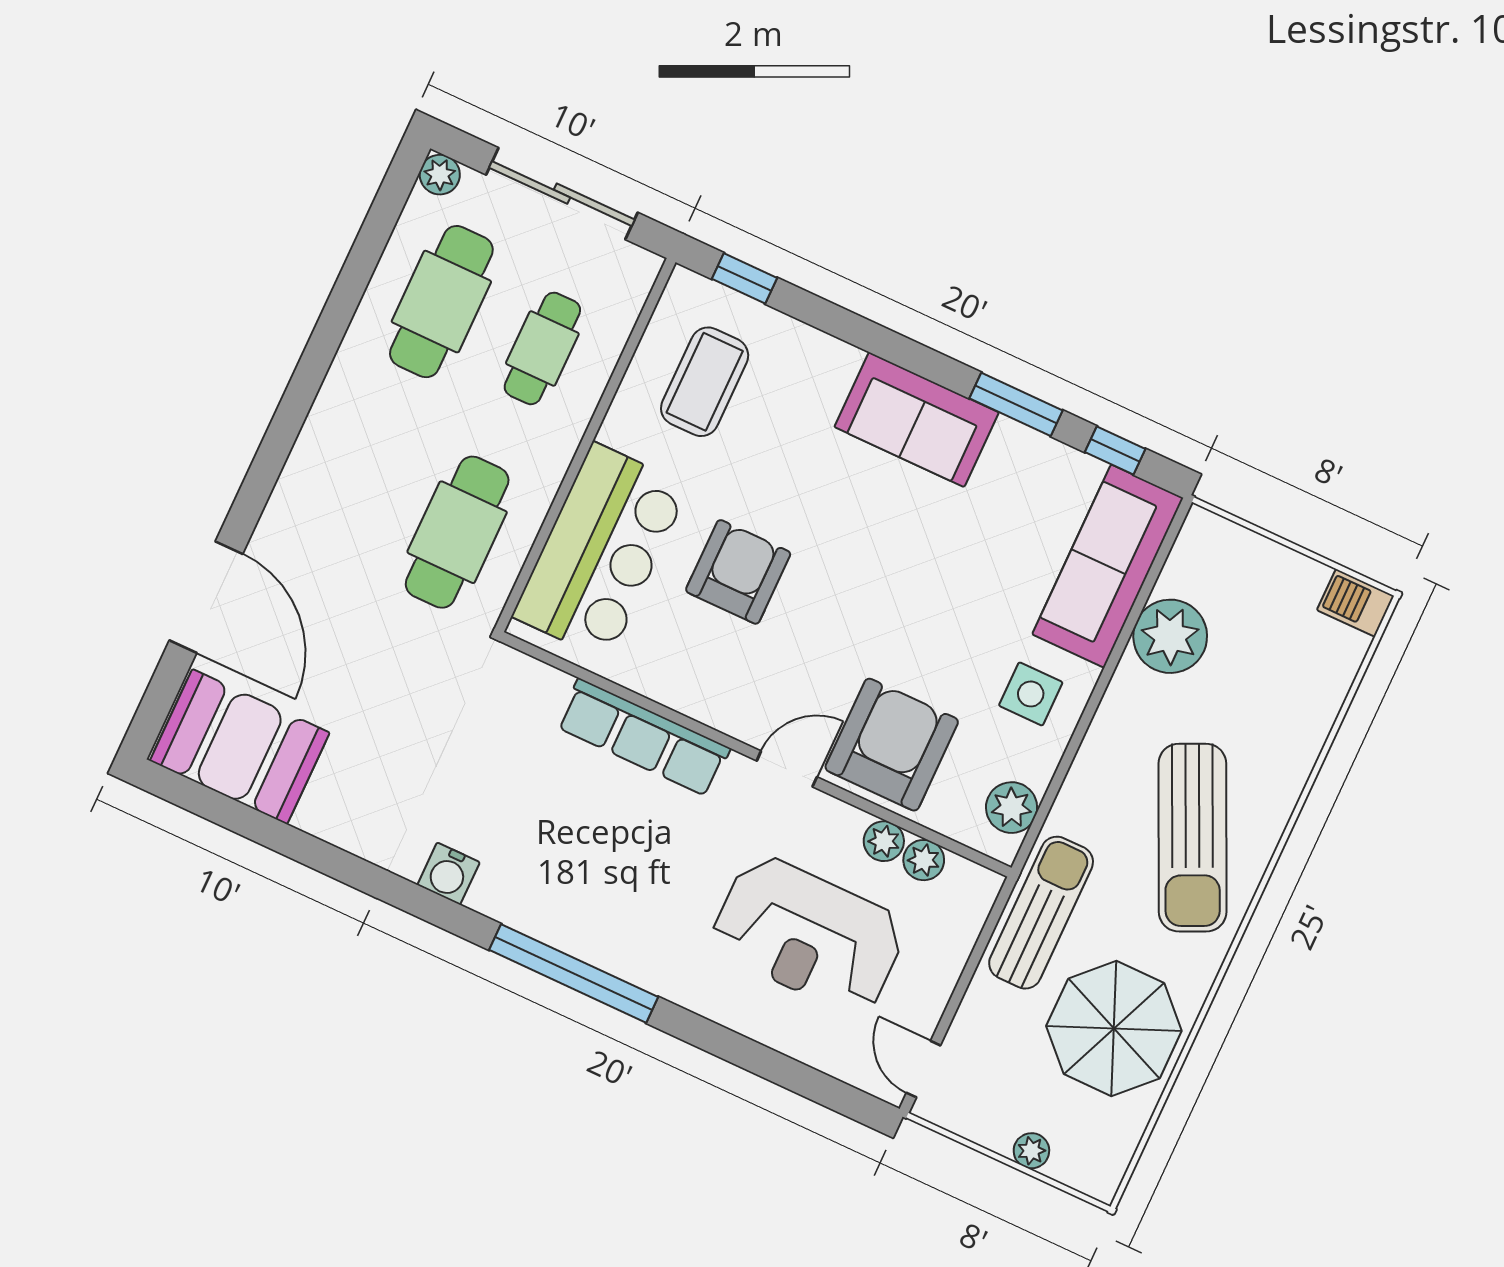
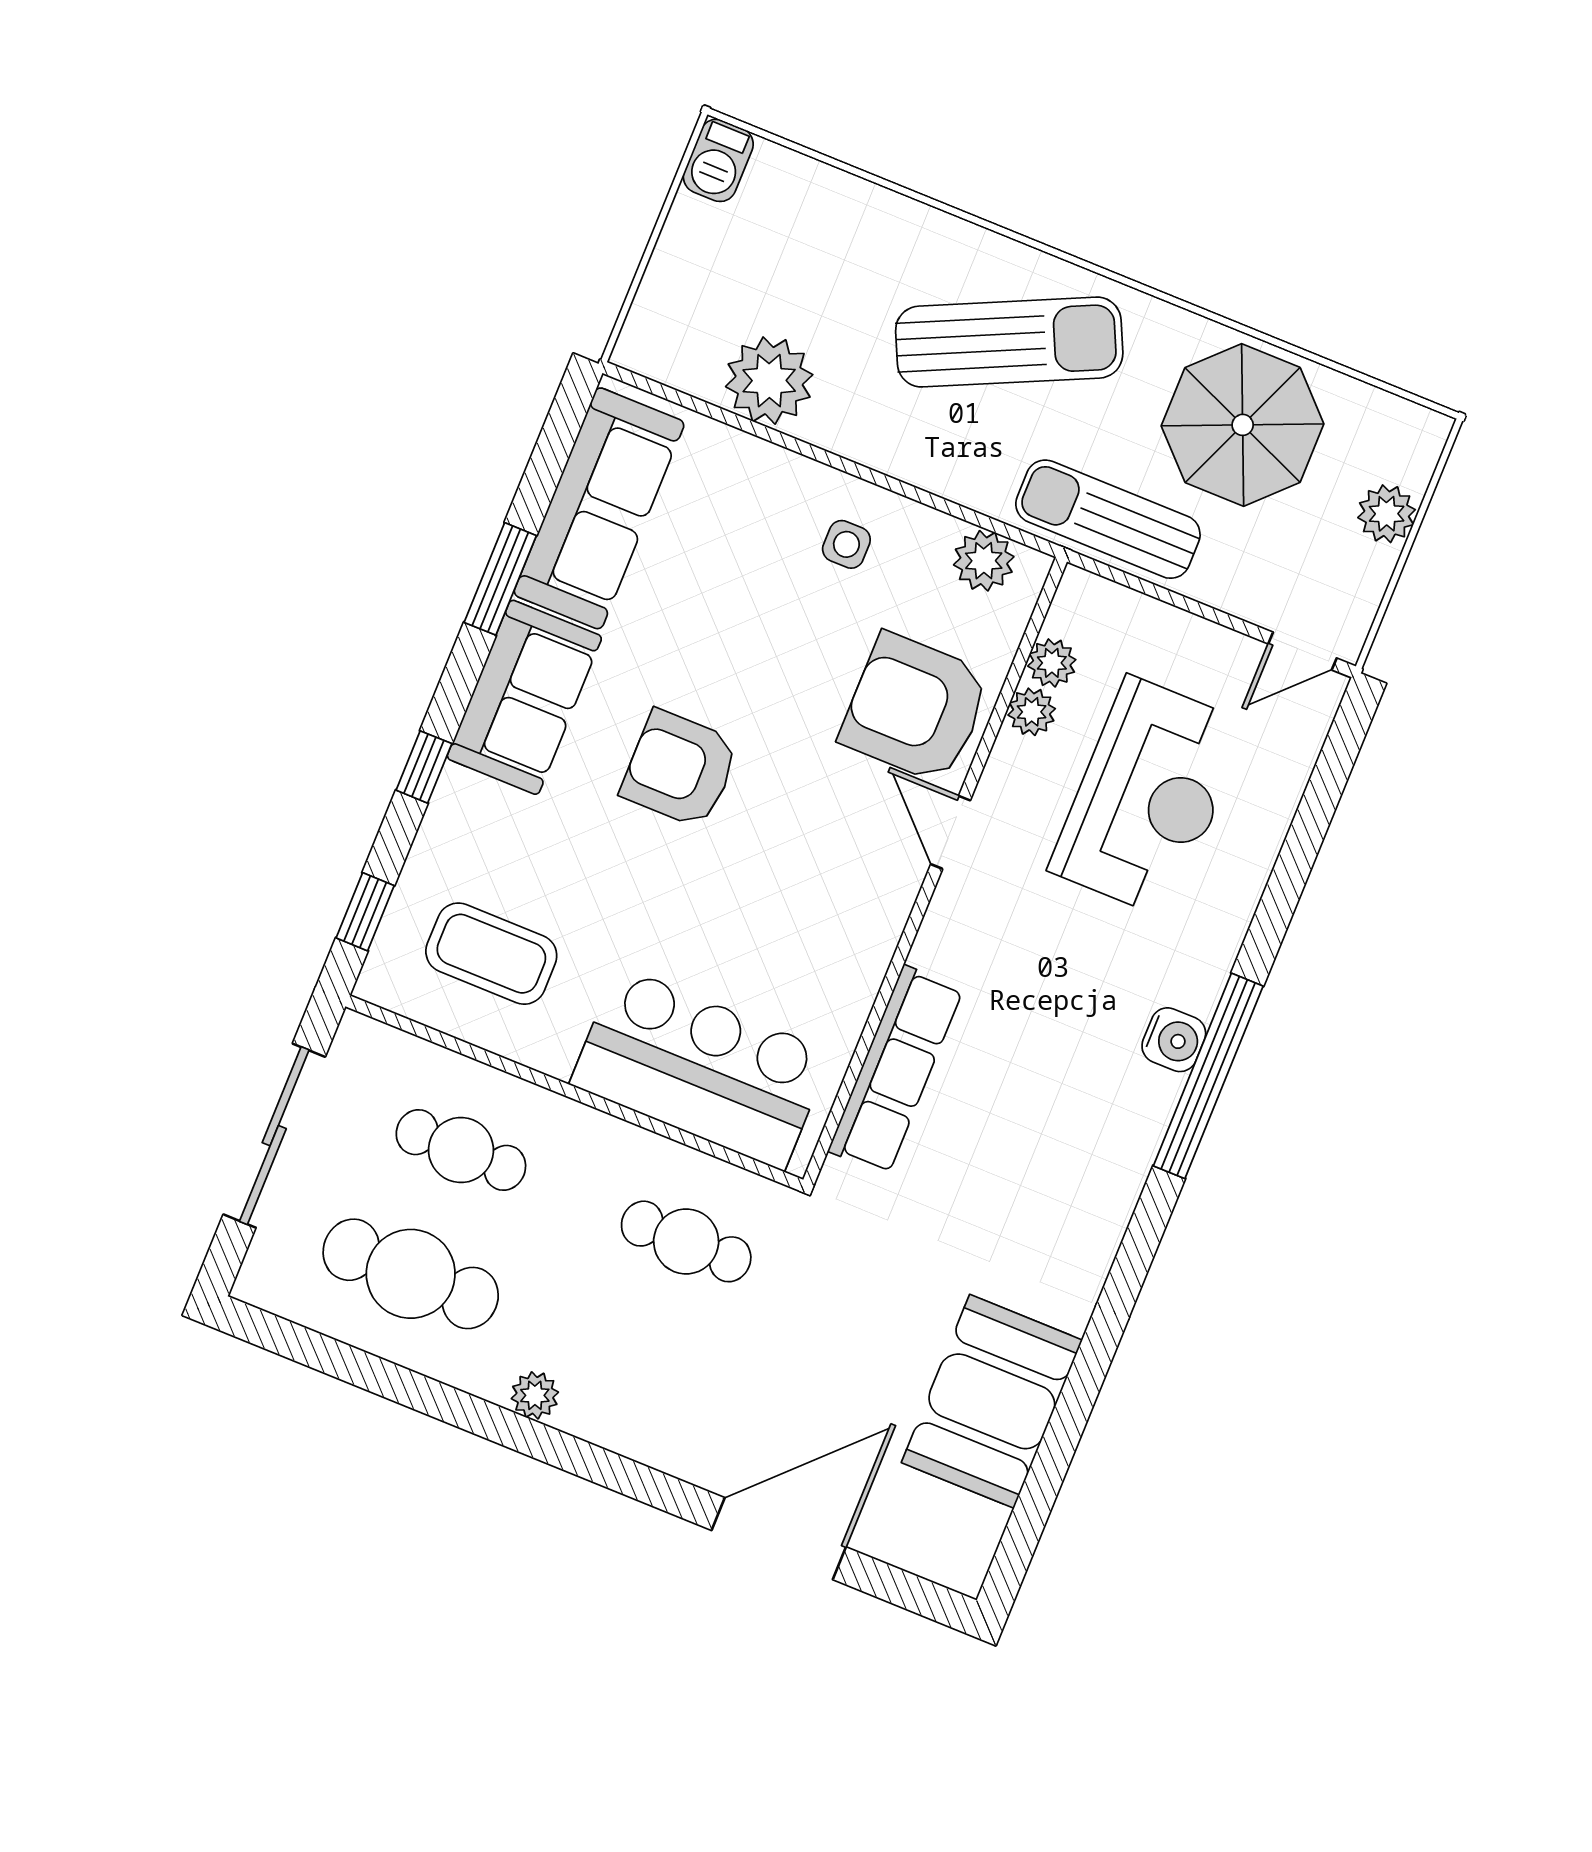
plant: (440, 175) -> (535, 1395), moved
window: (1115, 450) -> (424, 767), moved
cafe table: (457, 532) -> (686, 1241), width x0.73, depth x0.74
sofa: (1108, 566) -> (599, 508), moved, turned -90
armchair: (738, 572) -> (680, 769), moved
side table: (1031, 694) -> (846, 544), width x0.73, depth x0.73
row of seats: (643, 738) -> (896, 1070), moved
booth: (240, 747) -> (992, 1401), moved
water cooler: (449, 874) -> (1174, 1040), moved
plant: (1031, 1151) -> (1387, 514), width x1.38, depth x1.38

